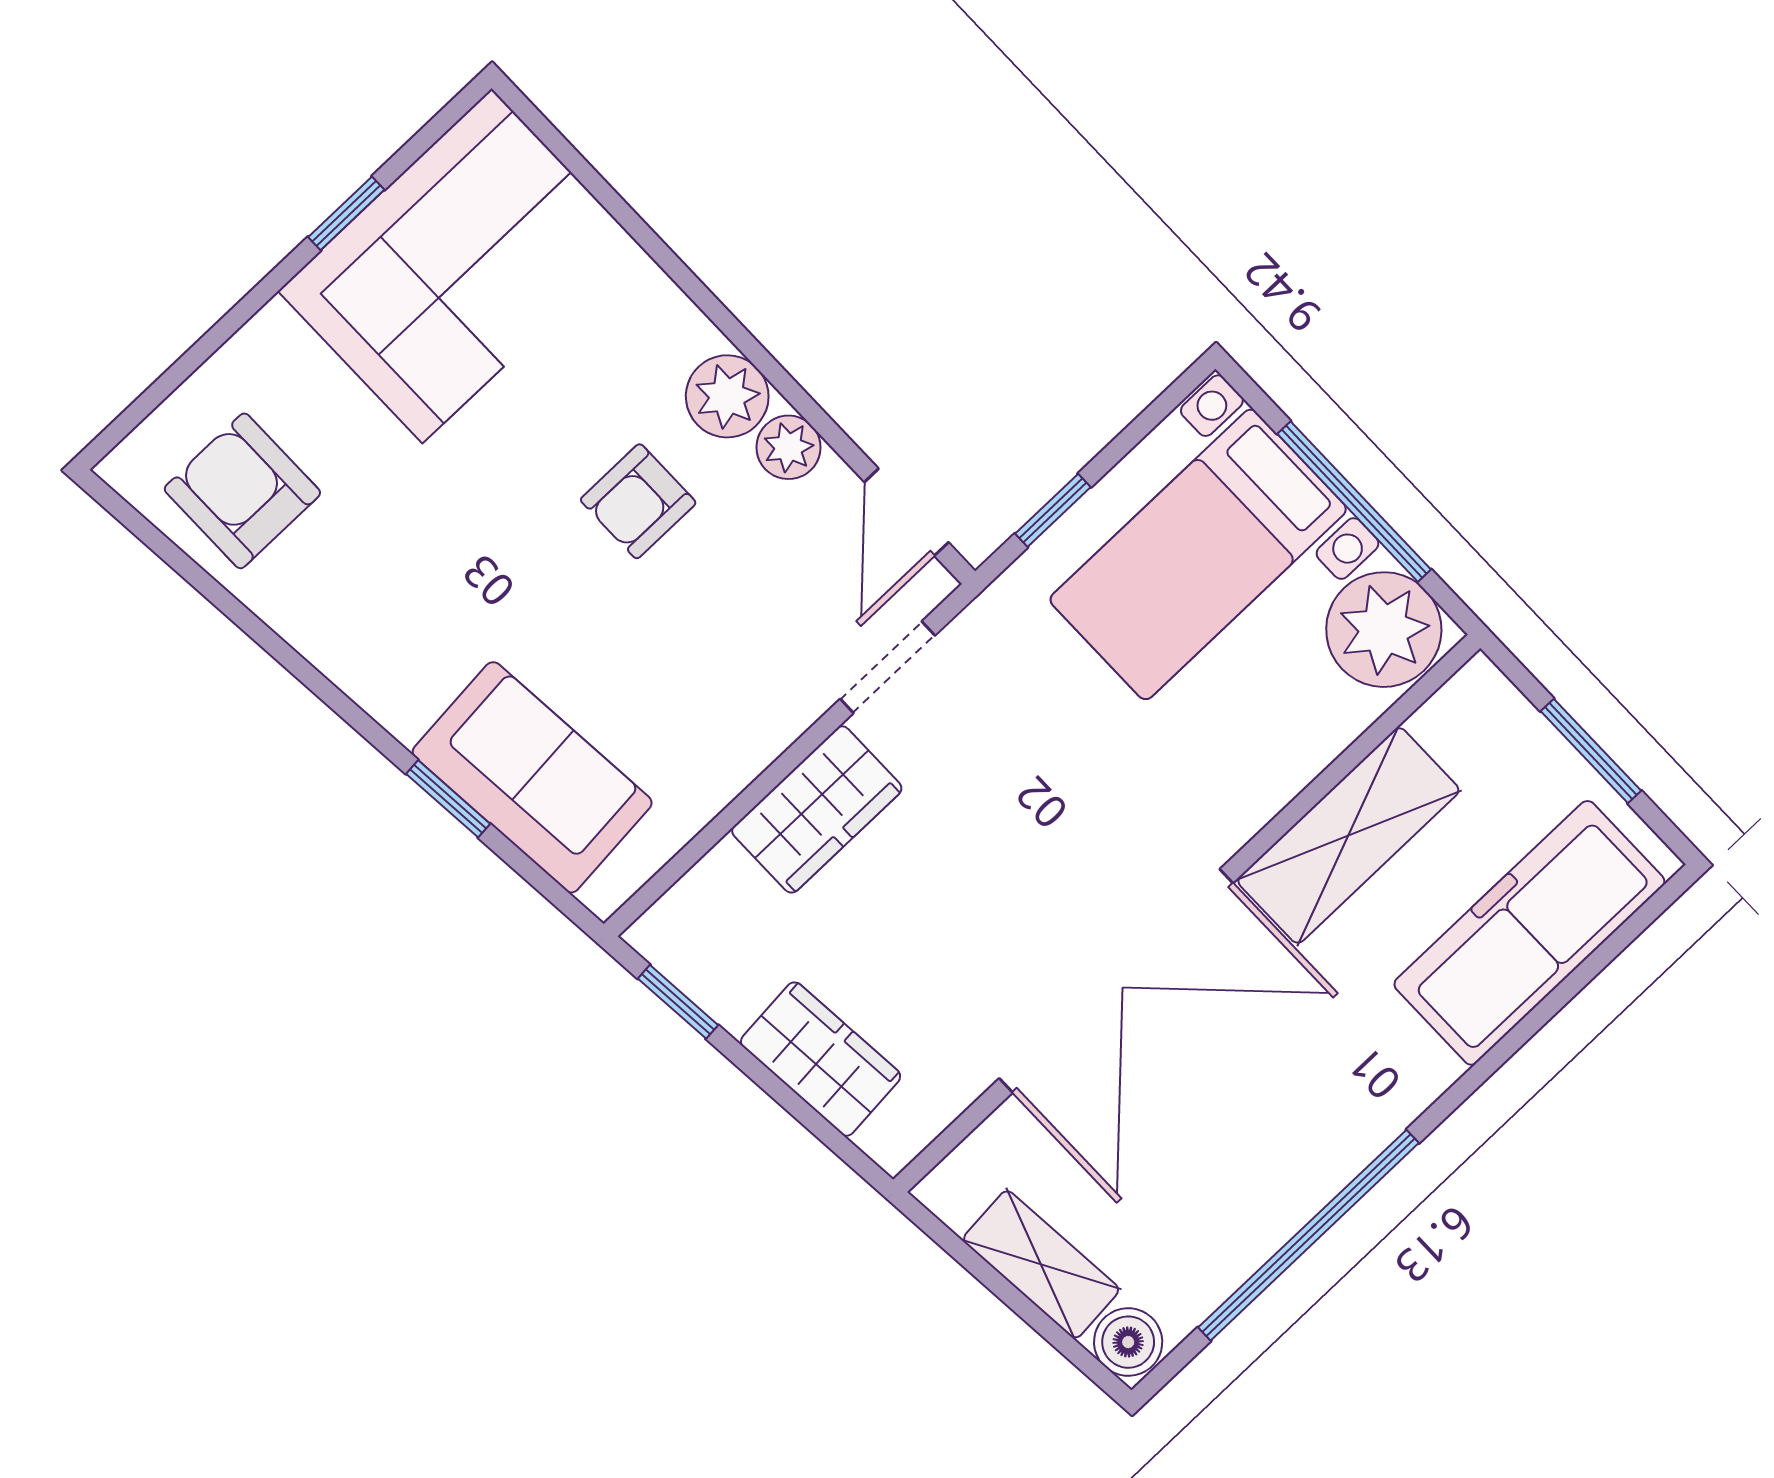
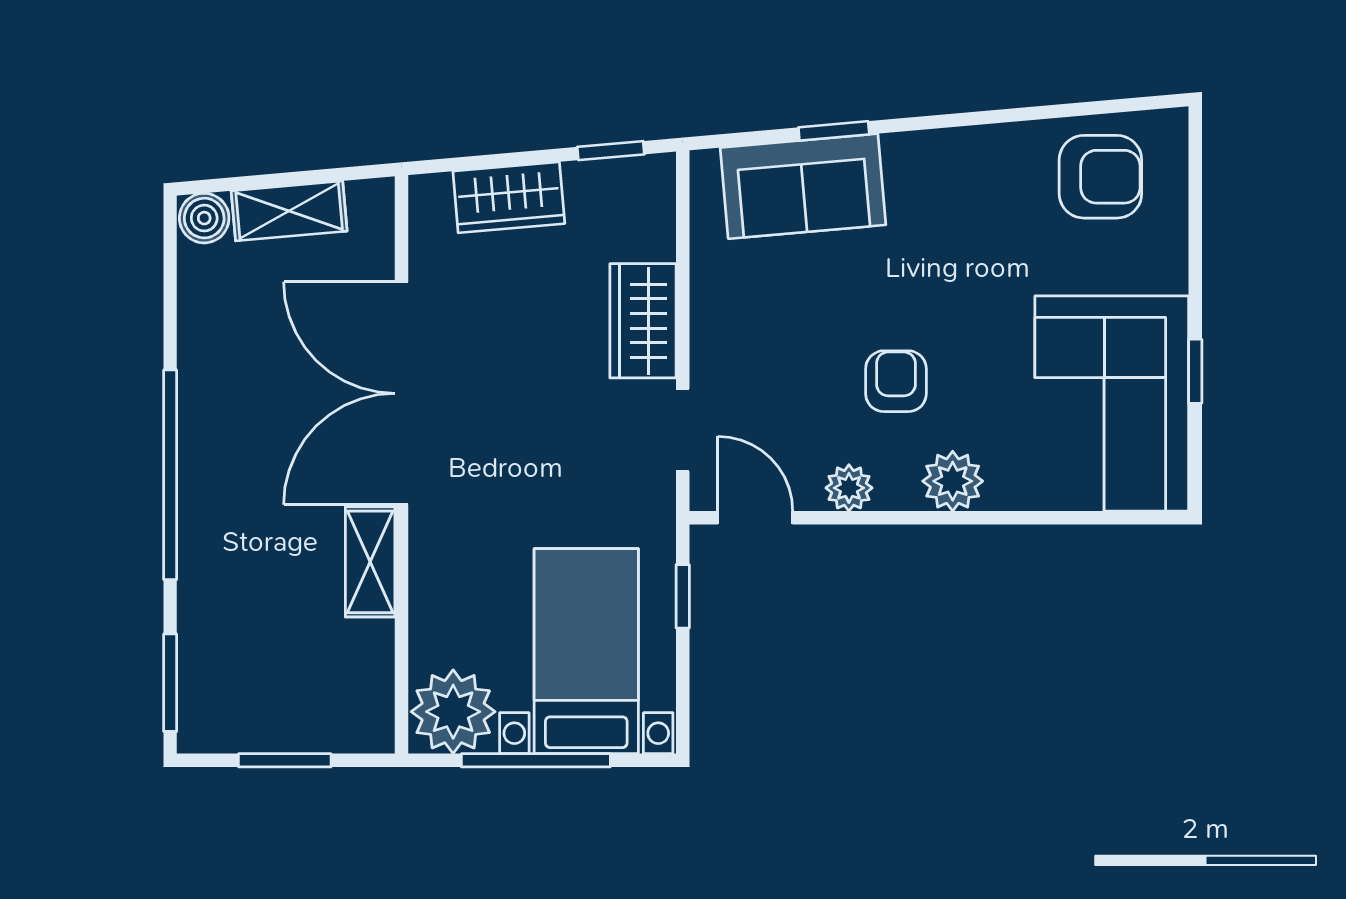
plant: (727, 396) -> (953, 481), moved
shelving: (1348, 835) -> (370, 562), width x0.67, depth x0.75
freezer: (1529, 933) -> (219, 636), removed
window: (1622, 938) -> (170, 683), added
window: (1309, 1235) -> (170, 475), moved

